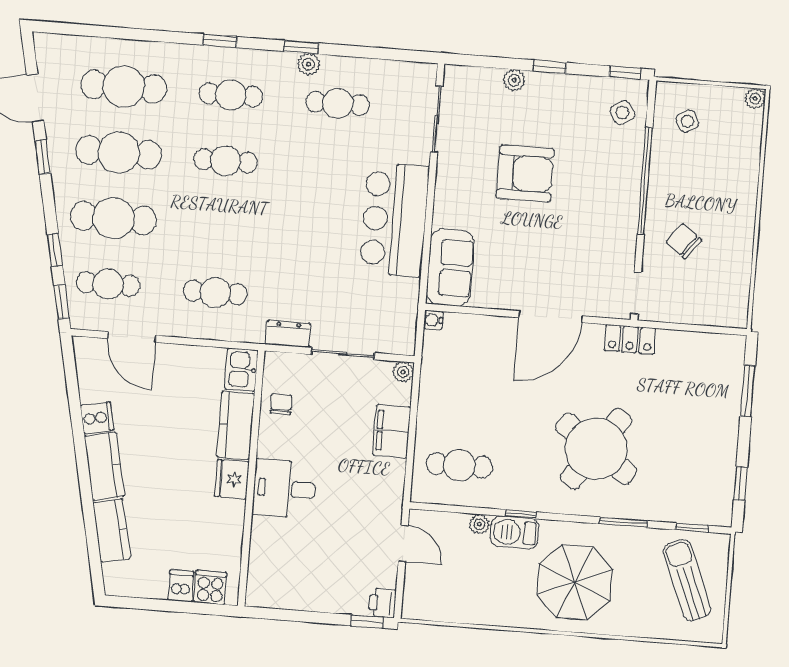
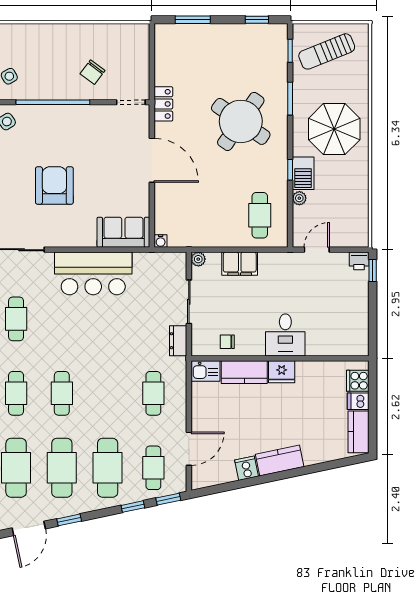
kitchen counter: (112, 531) -> (358, 432), moved, turned -78

